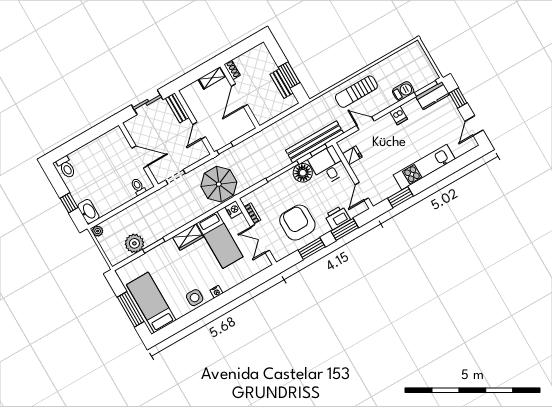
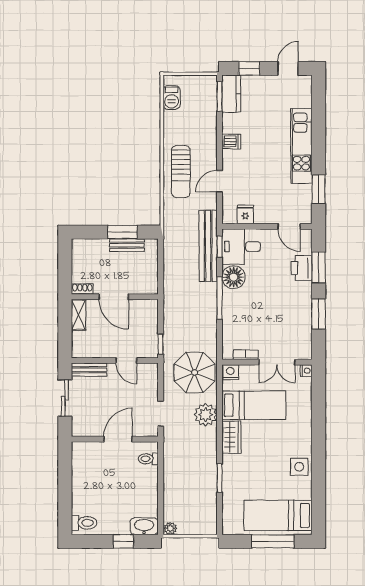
barbecue: (403, 91) -> (172, 97), moved, turned 180
door: (474, 126) -> (288, 68), swing flipped
armchair: (297, 223) -> (283, 313), removed
plant: (134, 243) -> (206, 415), moved
nightstand: (216, 292) -> (306, 371), moved

